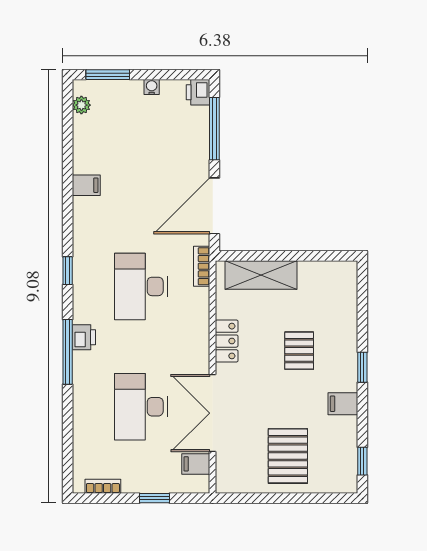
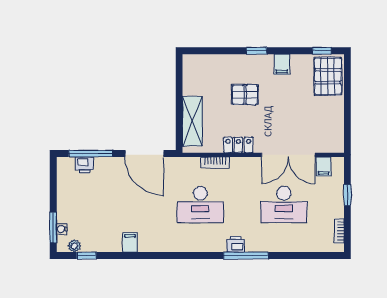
water cooler: (152, 87) -> (62, 229), moved
printer: (198, 92) -> (84, 165), moved
bookcase: (202, 266) -> (215, 162), moved
window: (68, 271) -> (87, 256), moved
pallet: (288, 456) -> (328, 76), moved, turned 90

